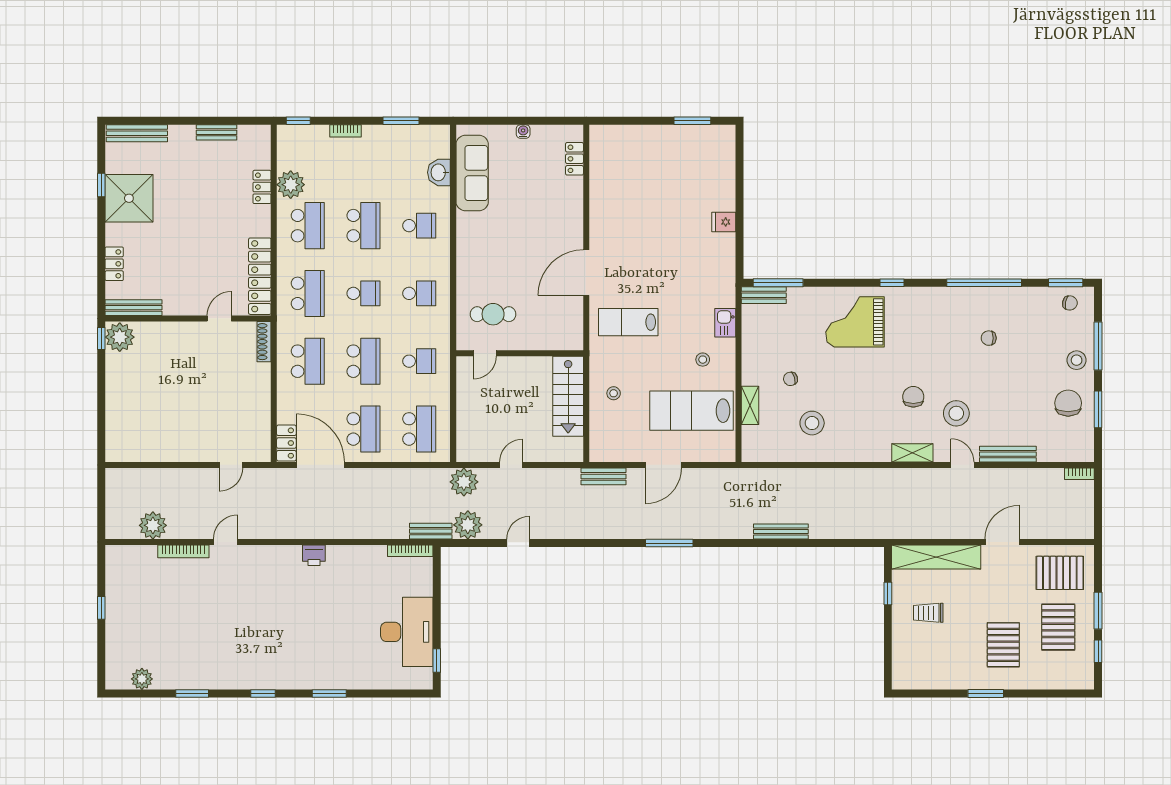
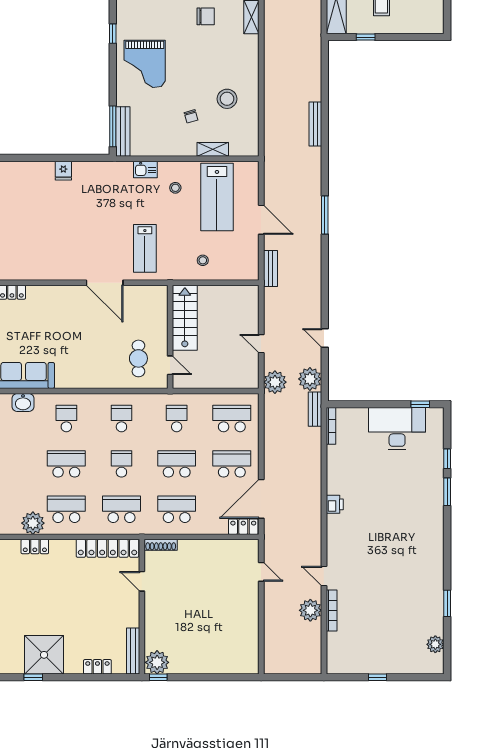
bench: (764, 295) -> (123, 131), width x1.36
stairs: (568, 396) -> (185, 318), moved, turned -90
chair: (913, 397) -> (206, 16), turned 180
plant: (153, 525) -> (310, 610), moved
window: (263, 693) -> (447, 459), moved

